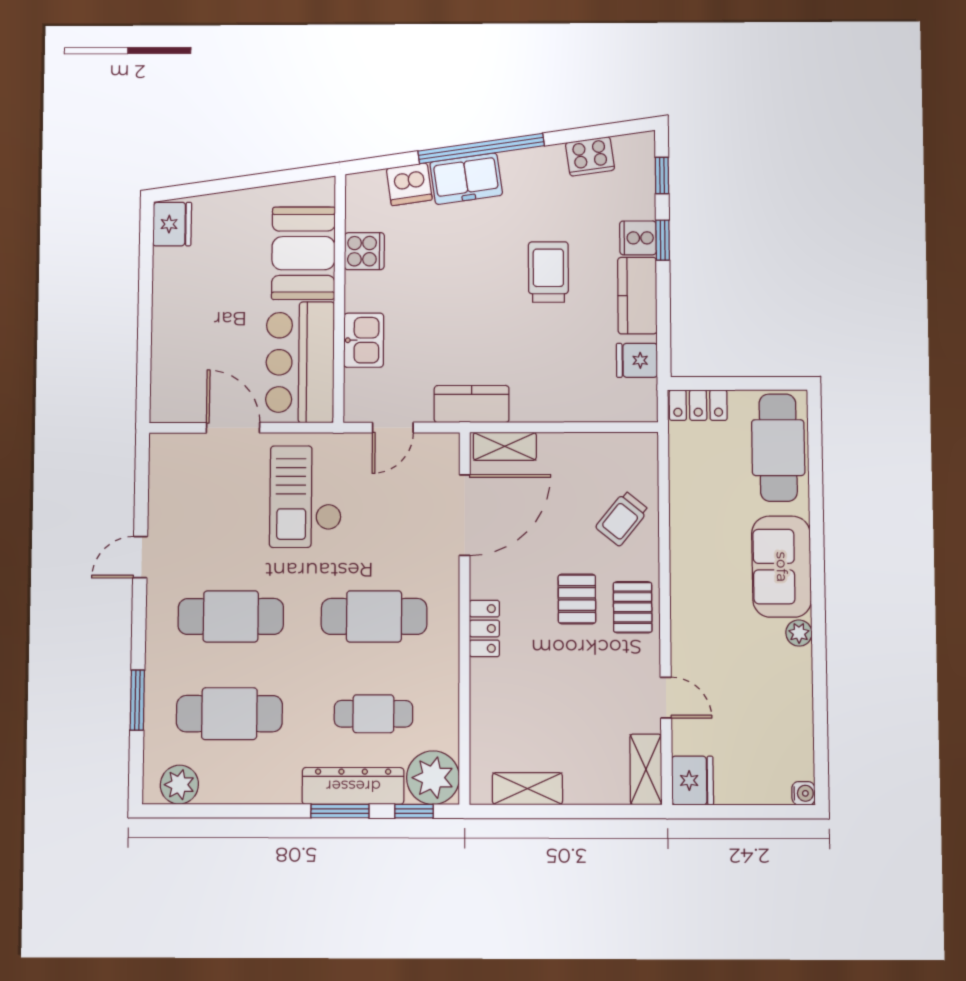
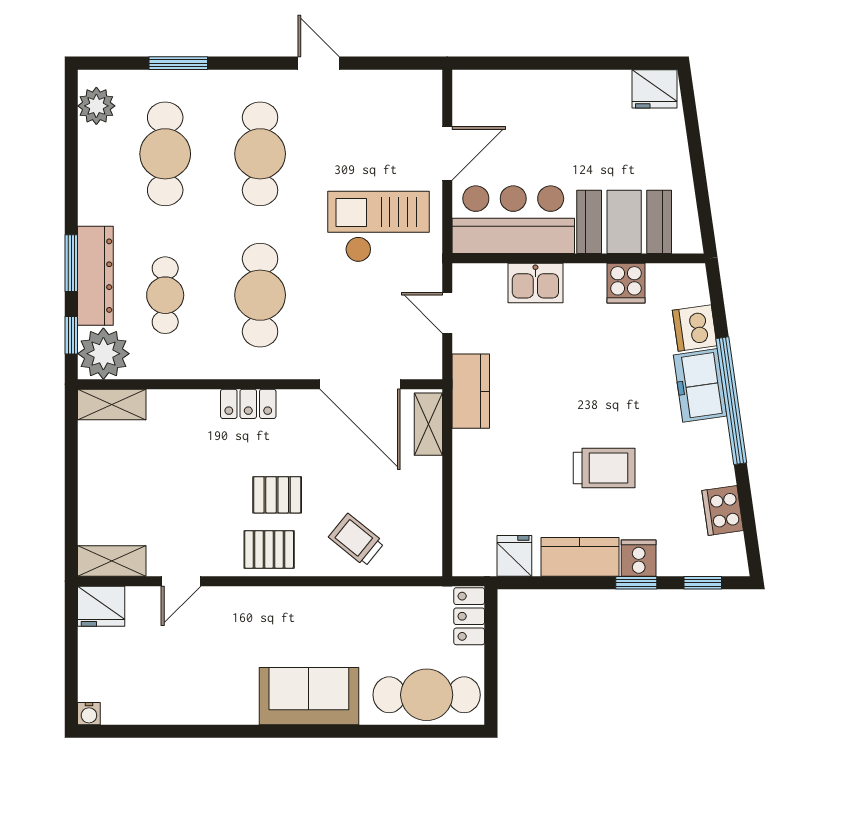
plant: (799, 633) -> (244, 712), removed
shelving: (527, 789) -> (112, 404), moved, turned 90

